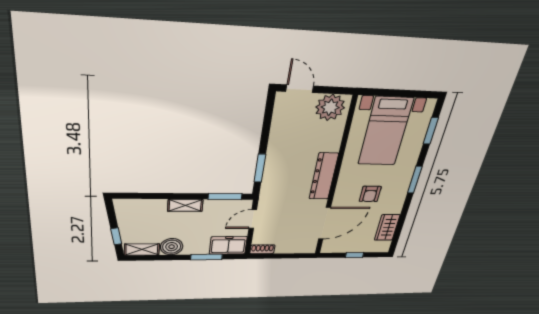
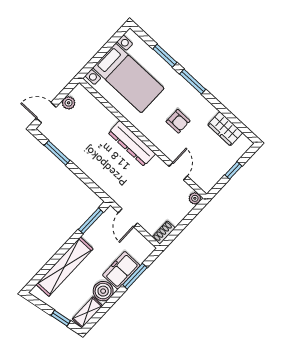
plant: (330, 107) -> (69, 103), width x0.53, depth x0.53
window: (431, 131) -> (165, 56), moved
window: (260, 168) -> (57, 153), moved
shelving: (185, 205) -> (65, 267), width x2.20, depth x1.33
door: (325, 223) -> (178, 171), width x0.53
freezer: (228, 245) -> (121, 270), moved
plant: (310, 248) -> (195, 198), added

